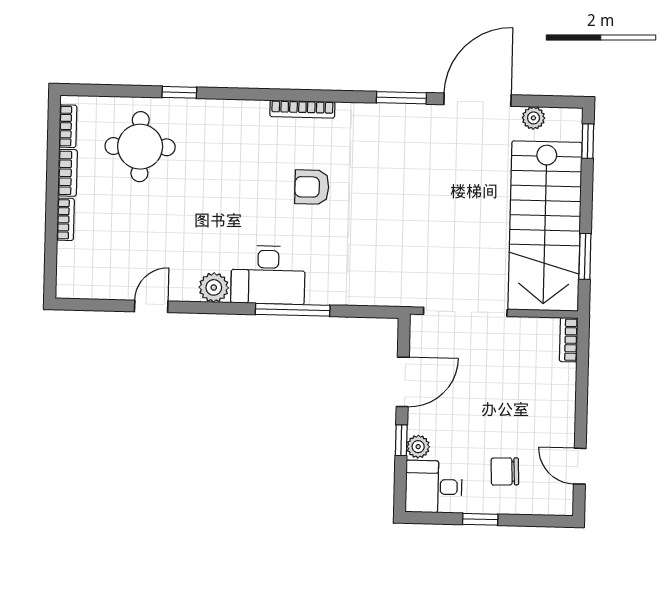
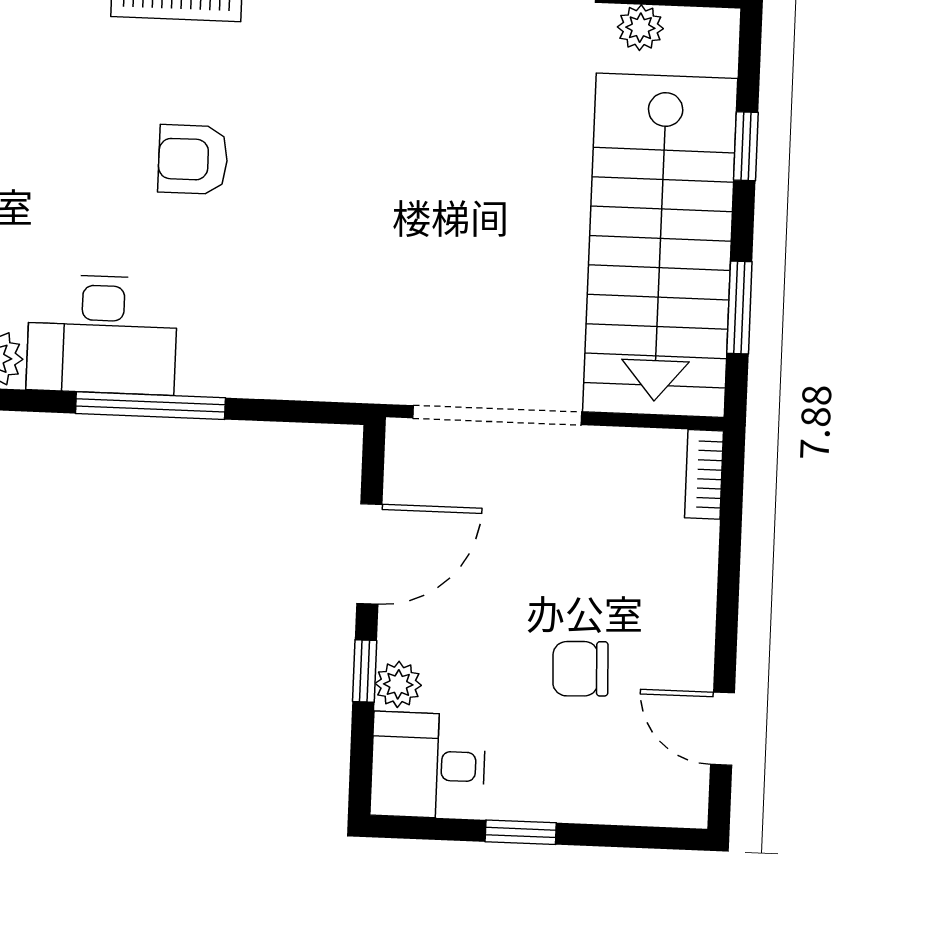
window: (588, 141) -> (746, 146), moved
chair: (505, 471) -> (580, 669), moved

